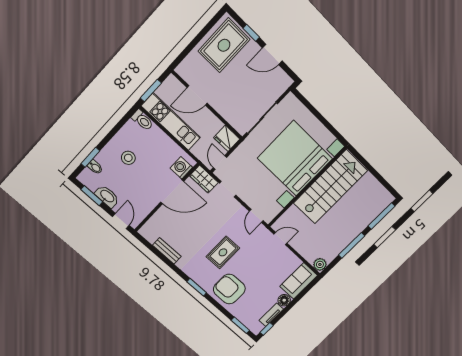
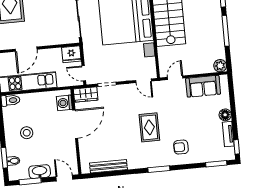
bench: (167, 251) -> (108, 166), width x1.36
sofa: (299, 281) -> (203, 86), moved, turned -90
armchair: (229, 289) -> (181, 147), width x0.53, depth x0.53

